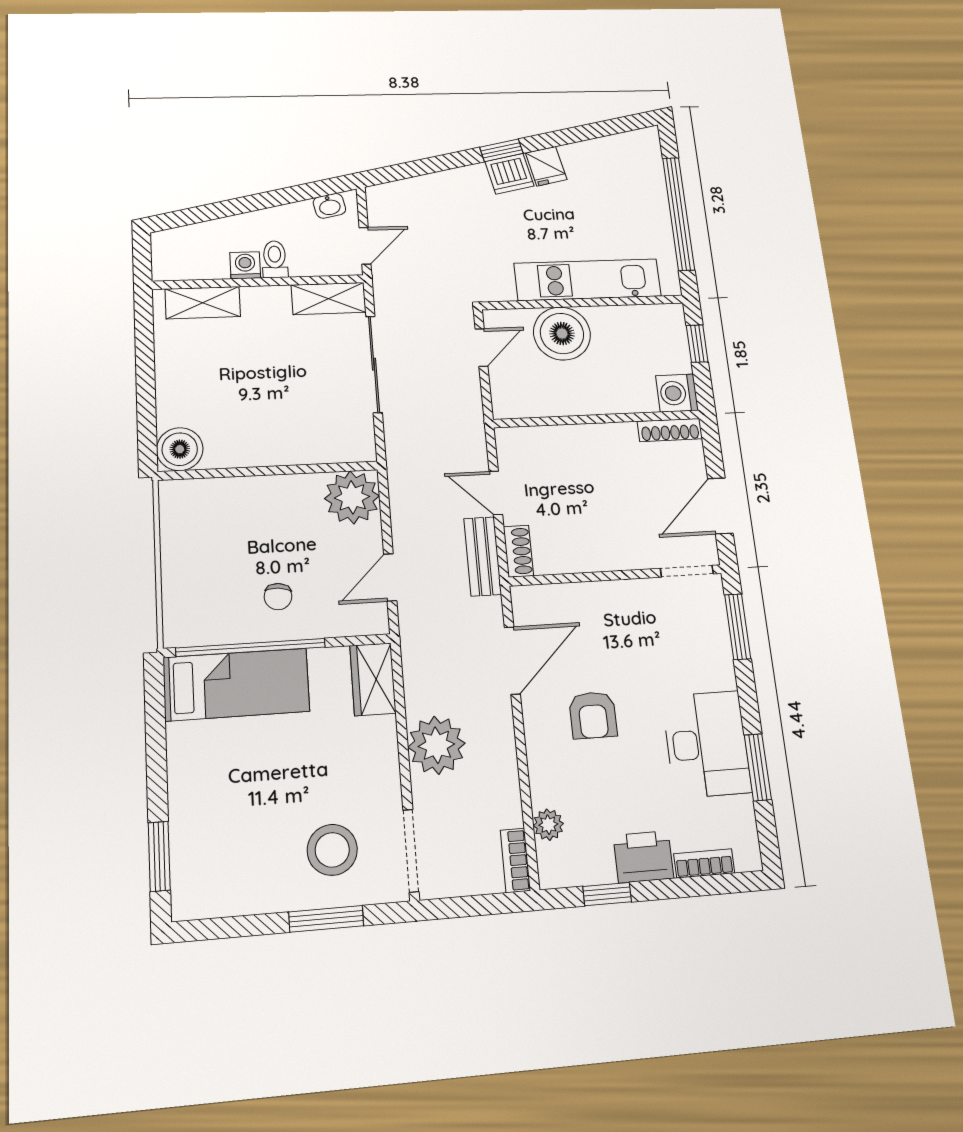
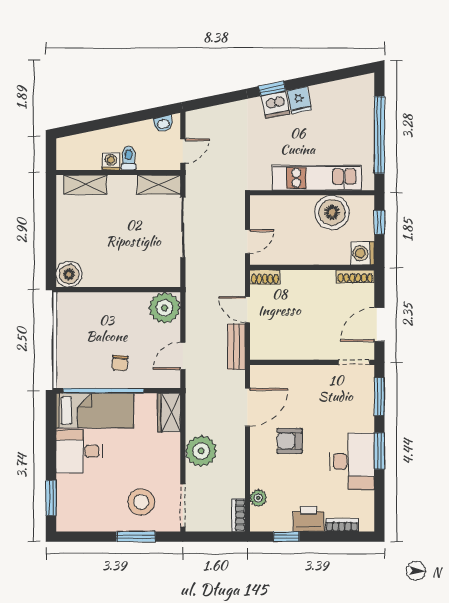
boiler: (562, 333) -> (332, 212), moved
door: (482, 348) -> (247, 242), moved
shoe rack: (518, 551) -> (265, 277), moved, turned 90
armchair: (593, 715) -> (290, 441), turned 90
desk: (211, 762) -> (79, 451), added
window: (758, 767) -> (379, 451), moved

